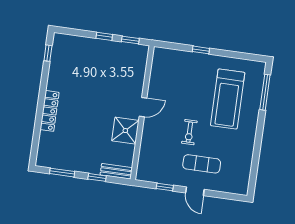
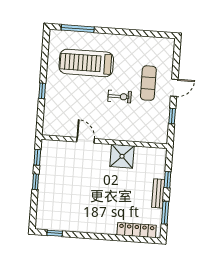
treadmill: (228, 99) -> (86, 63), turned 180
door: (143, 107) -> (86, 140), moved
locker: (50, 111) -> (137, 230), moved
bench: (116, 171) -> (158, 193), moved

